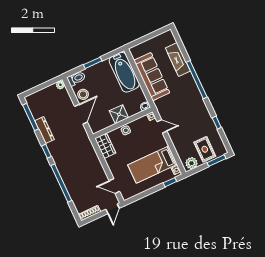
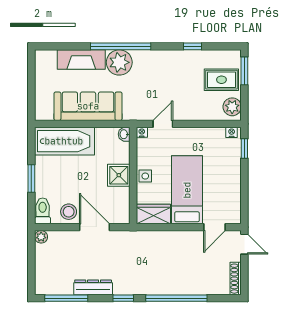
plant: (187, 83) -> (119, 62), added
bed: (152, 165) -> (187, 190), moved, turned 180

